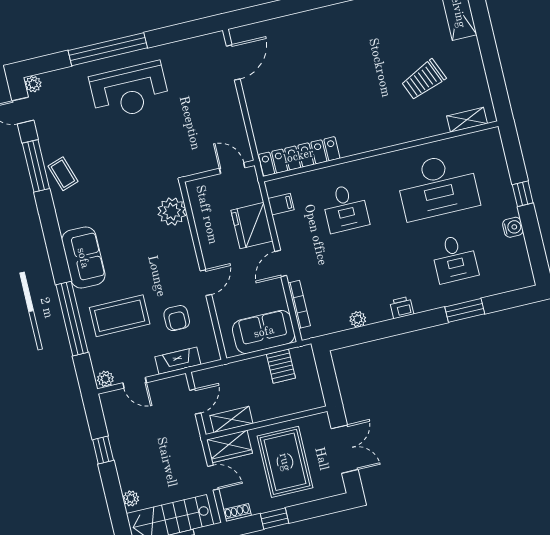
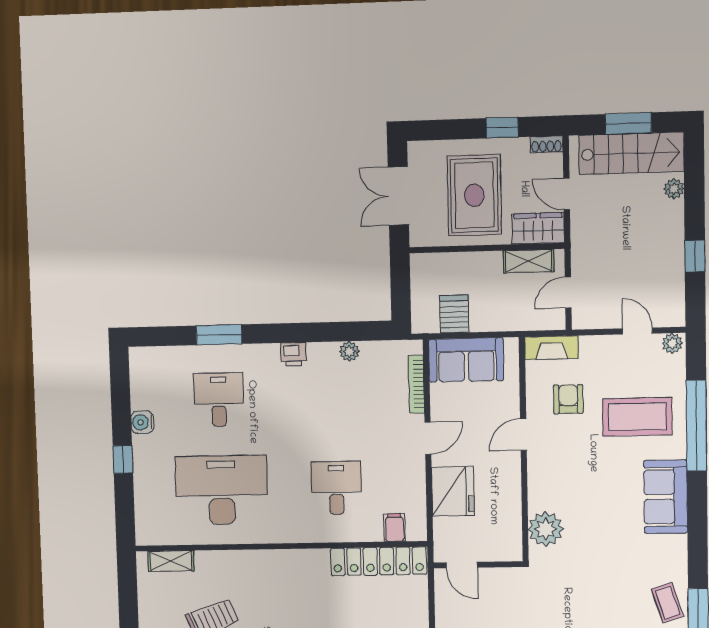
filing cabinet: (281, 204) -> (394, 527), moved, turned 90
fireplace: (178, 361) -> (552, 348), moved

